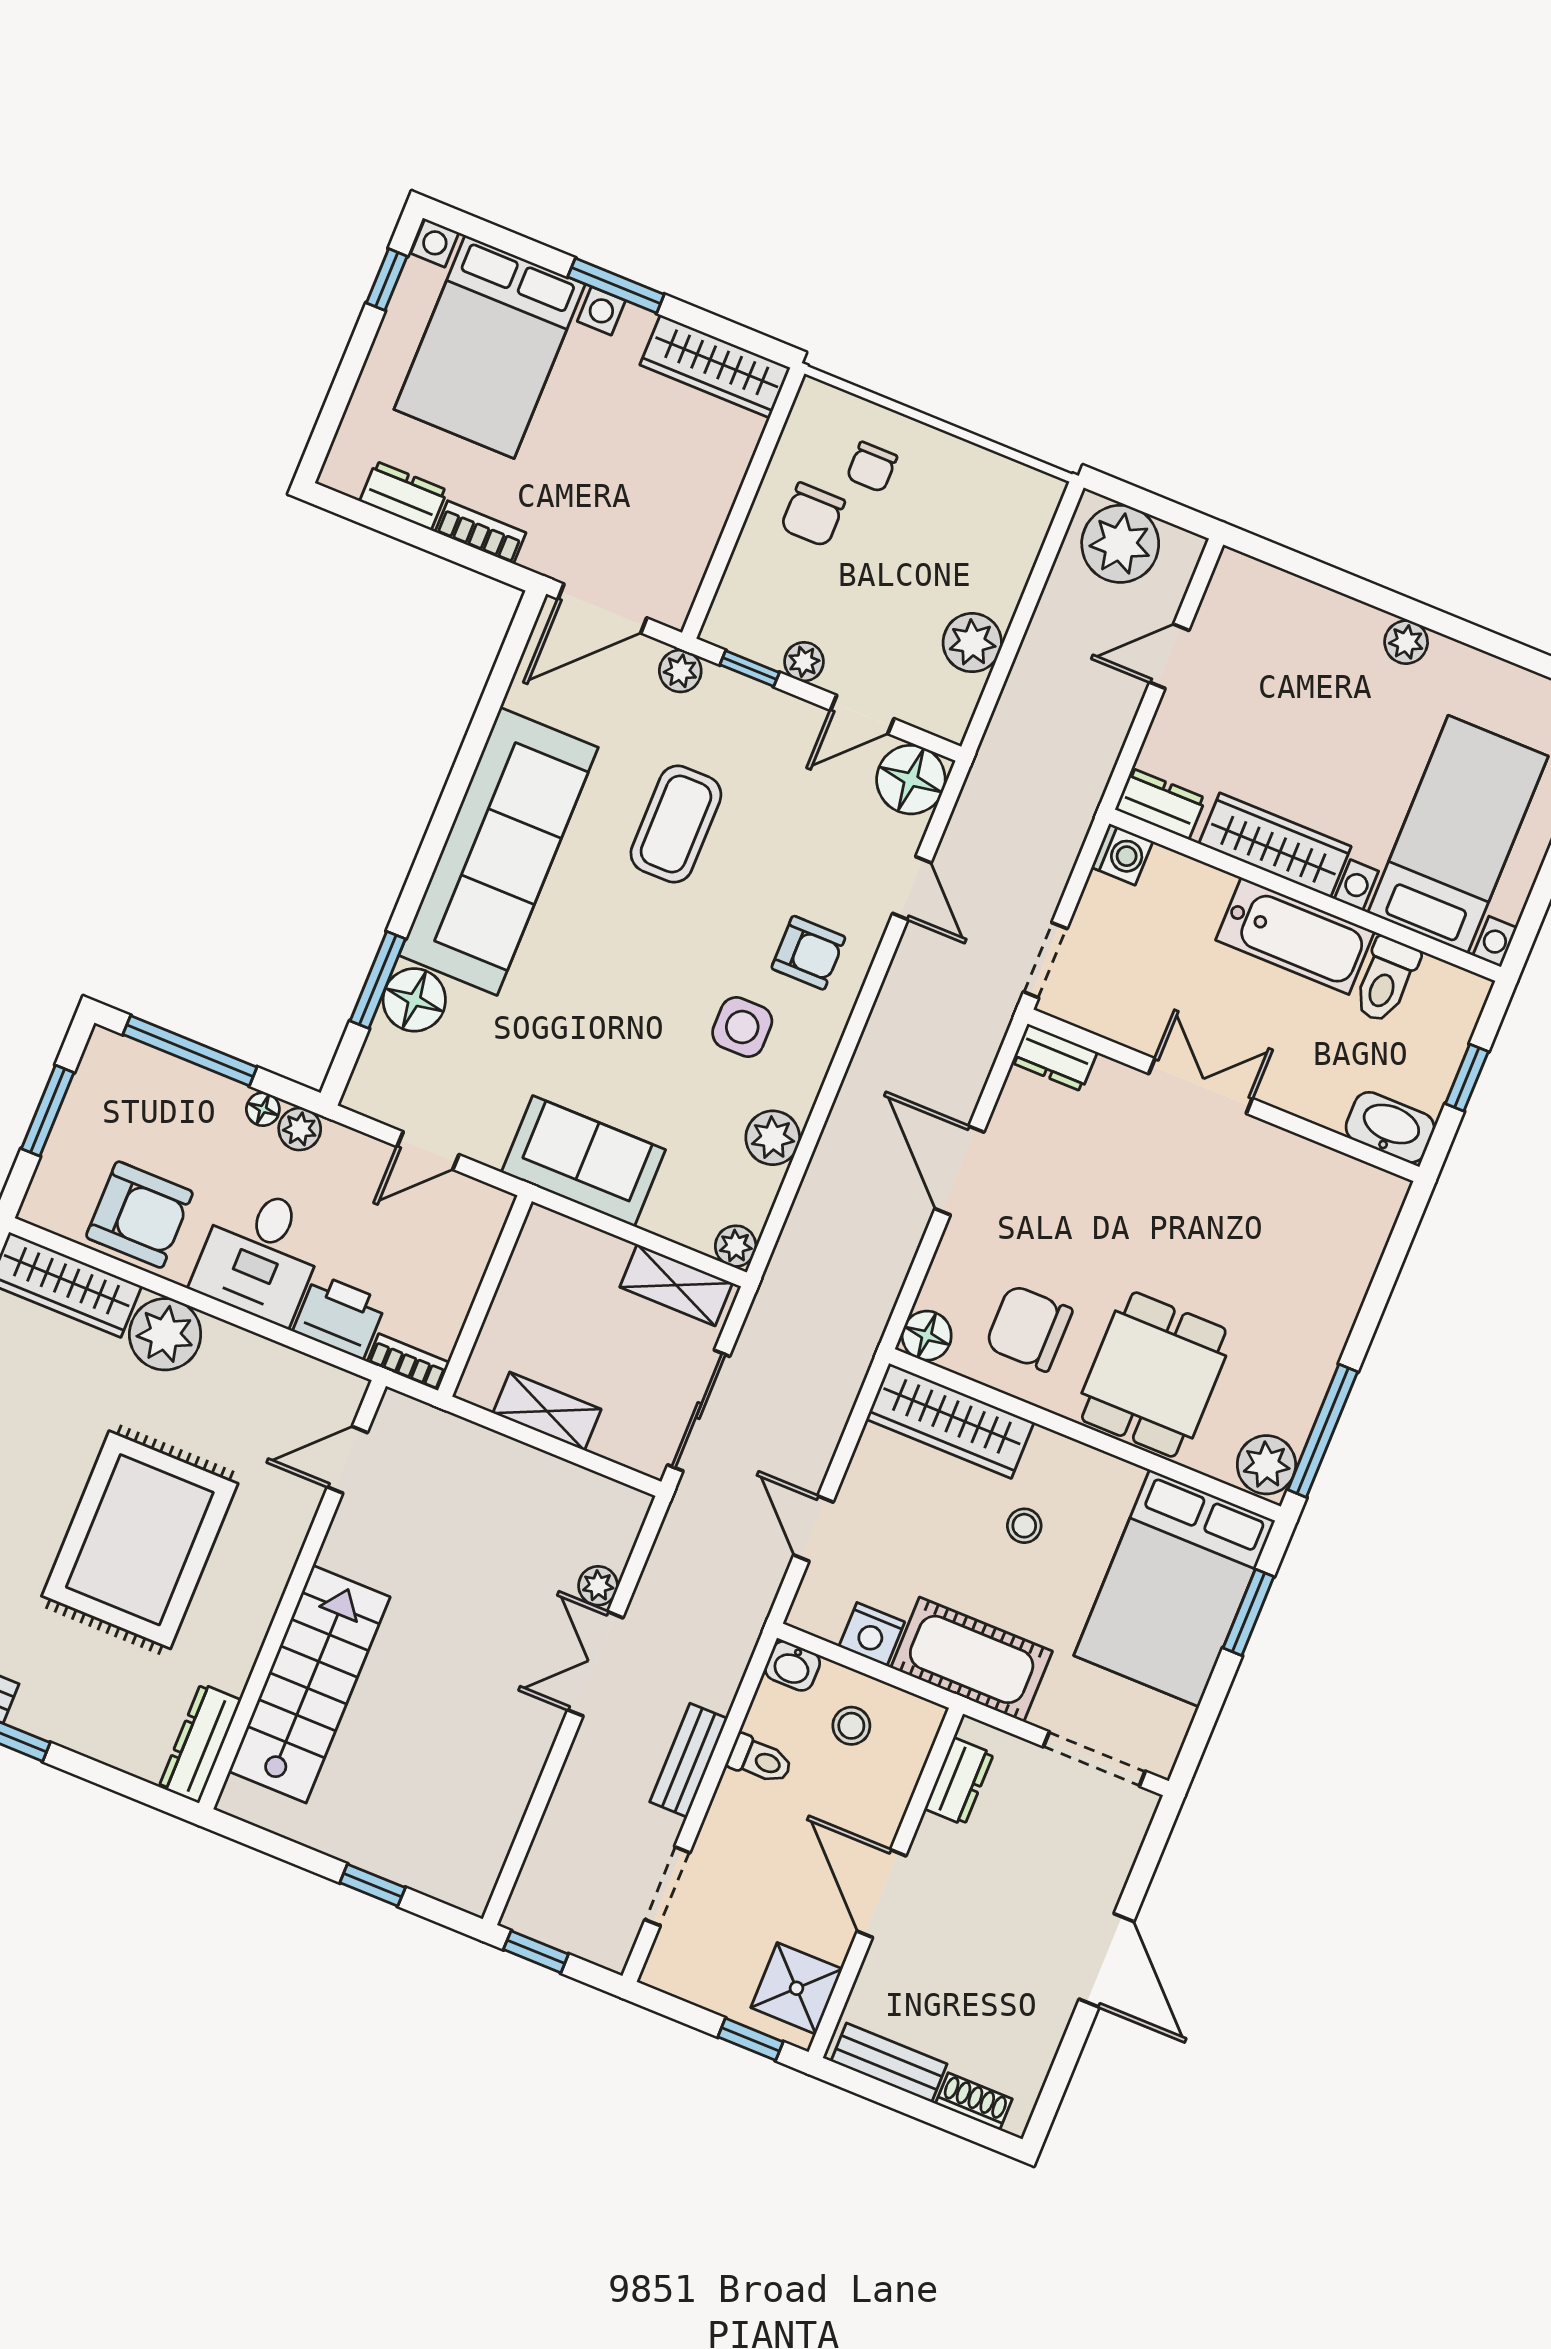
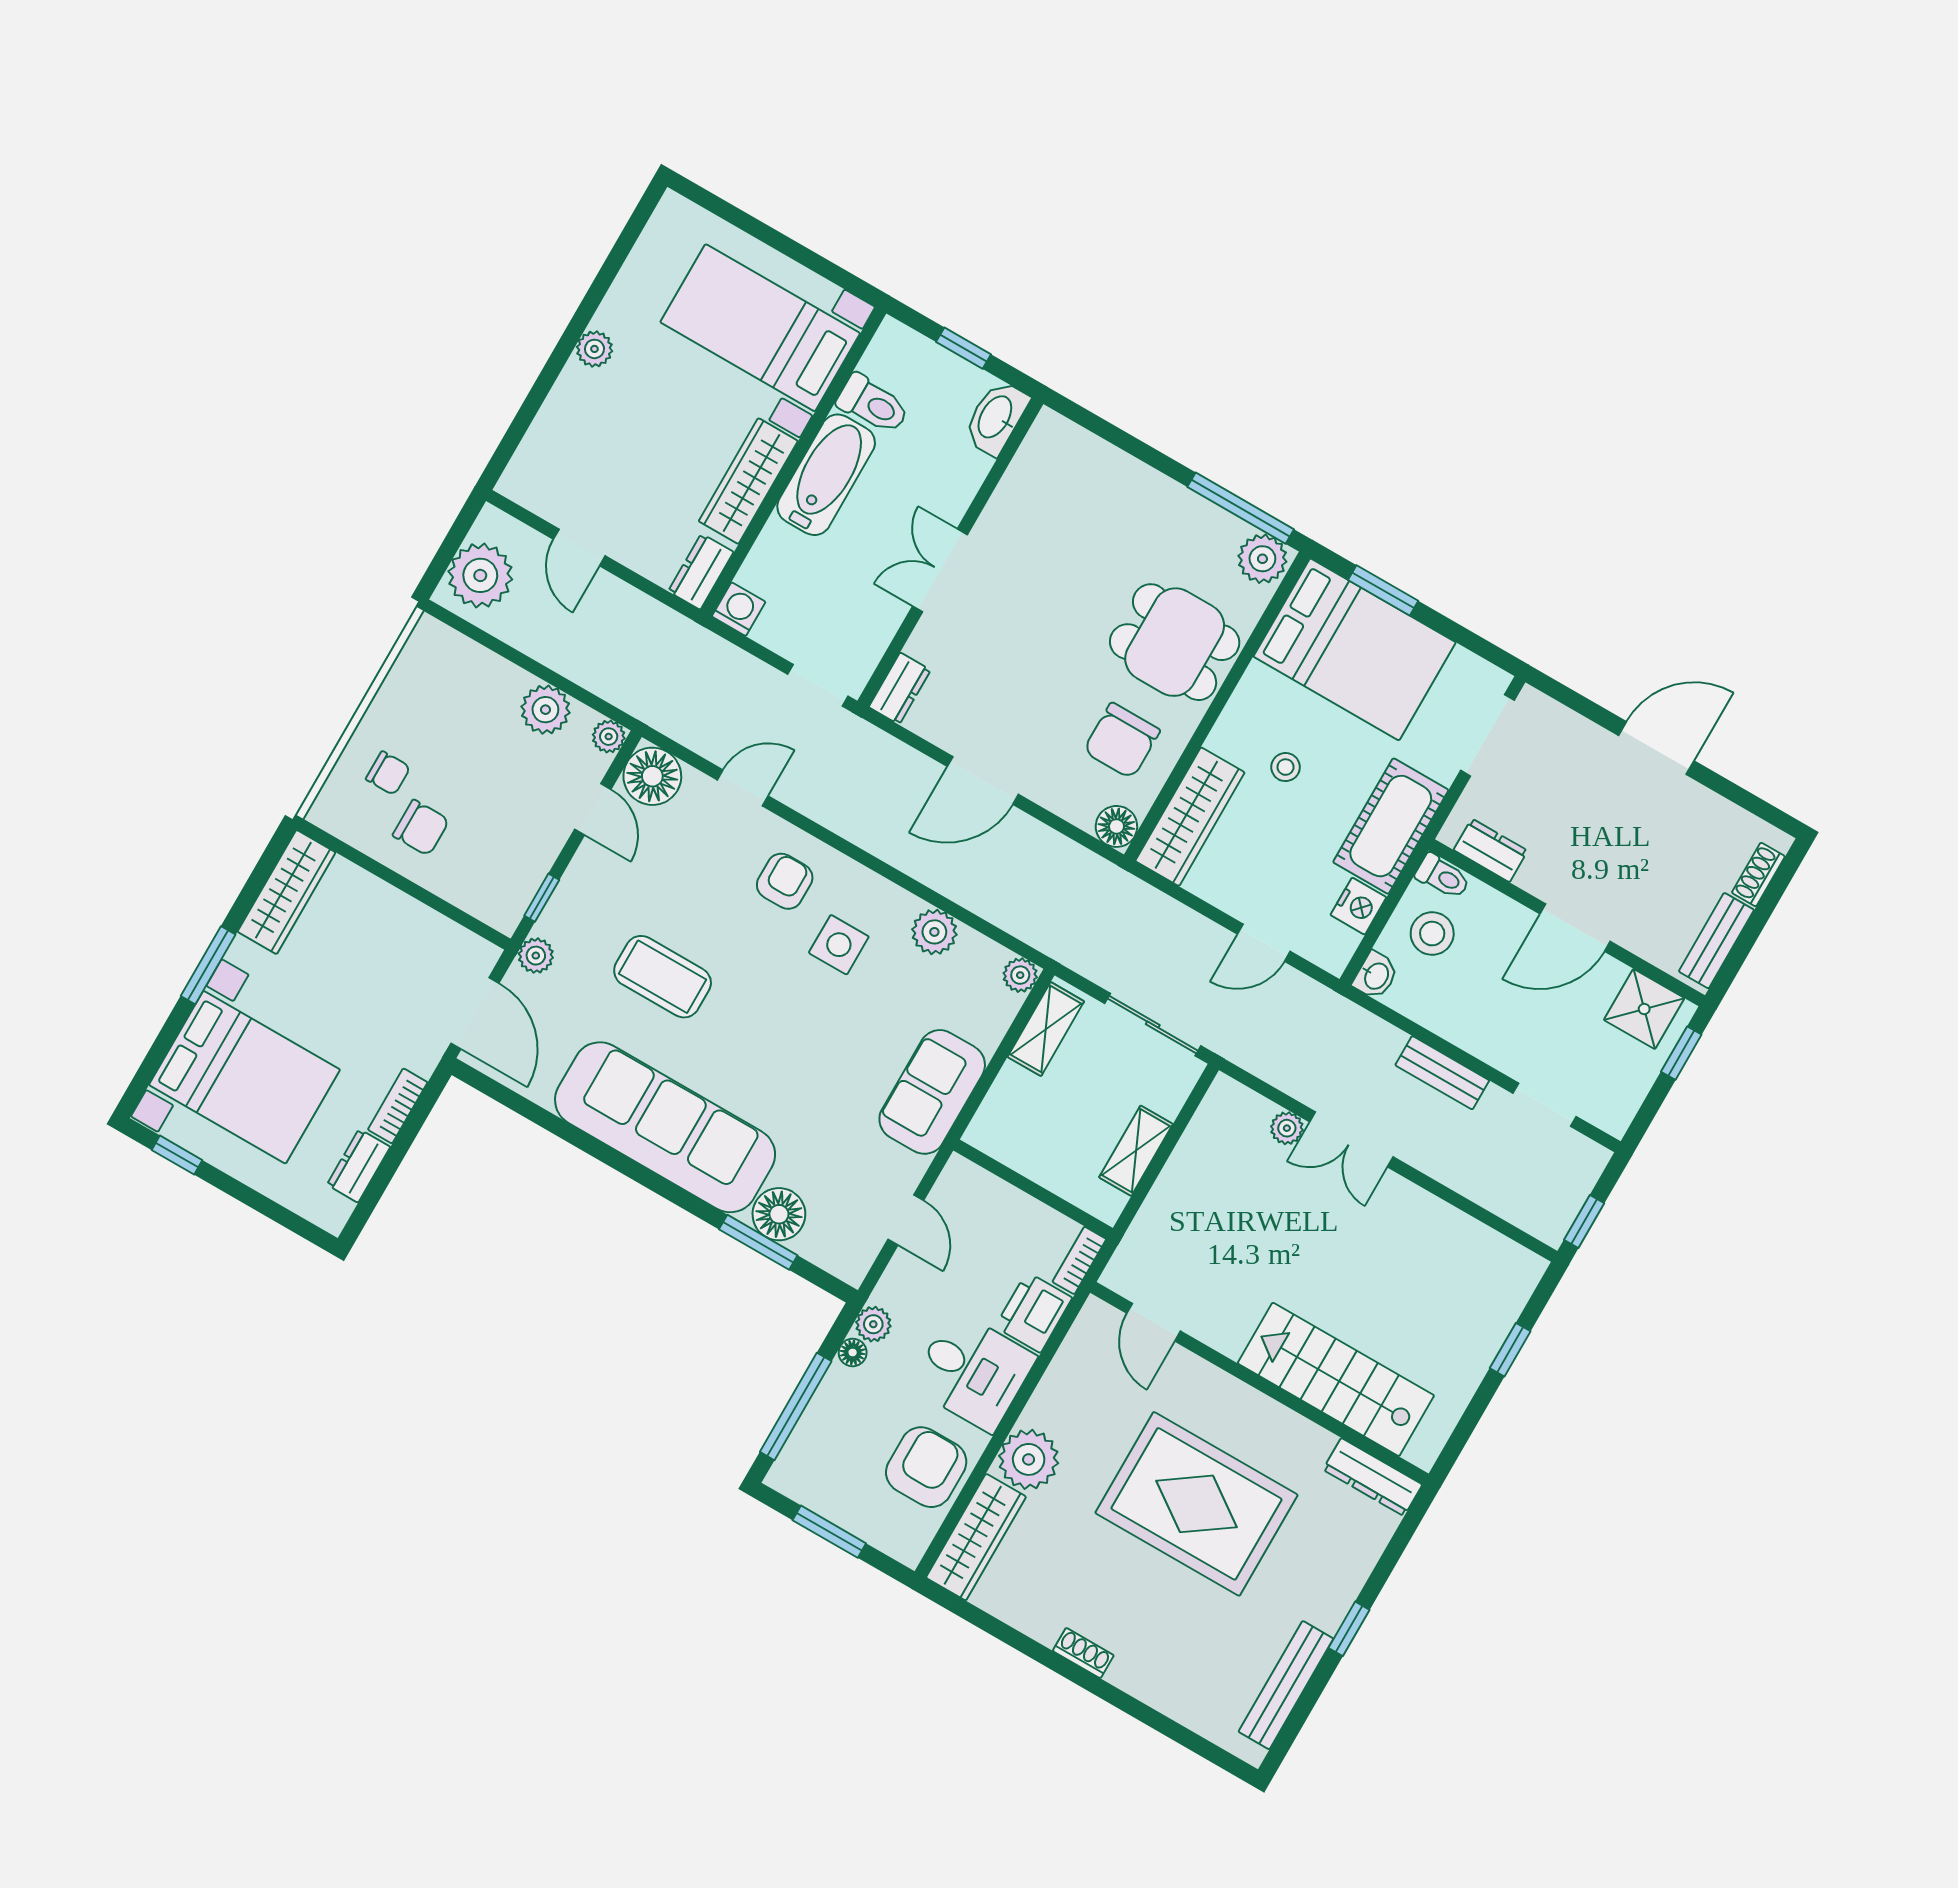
plant: (804, 662) -> (609, 737), moved
stool: (851, 1726) -> (1432, 934), width x1.37, depth x1.37
toilet: (760, 1760) -> (1443, 877), moved, turned 90

